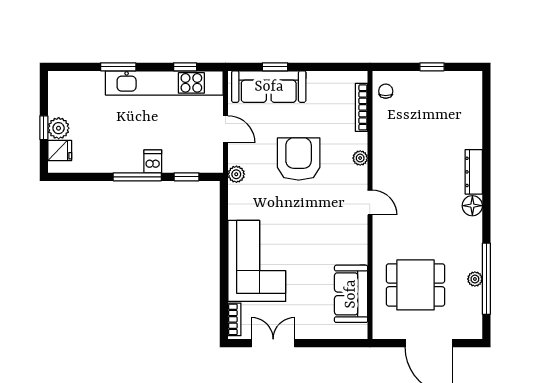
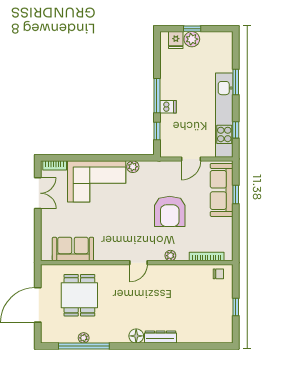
armchair: (299, 159) -> (170, 211), turned 90
plant: (236, 174) -> (133, 167), moved

